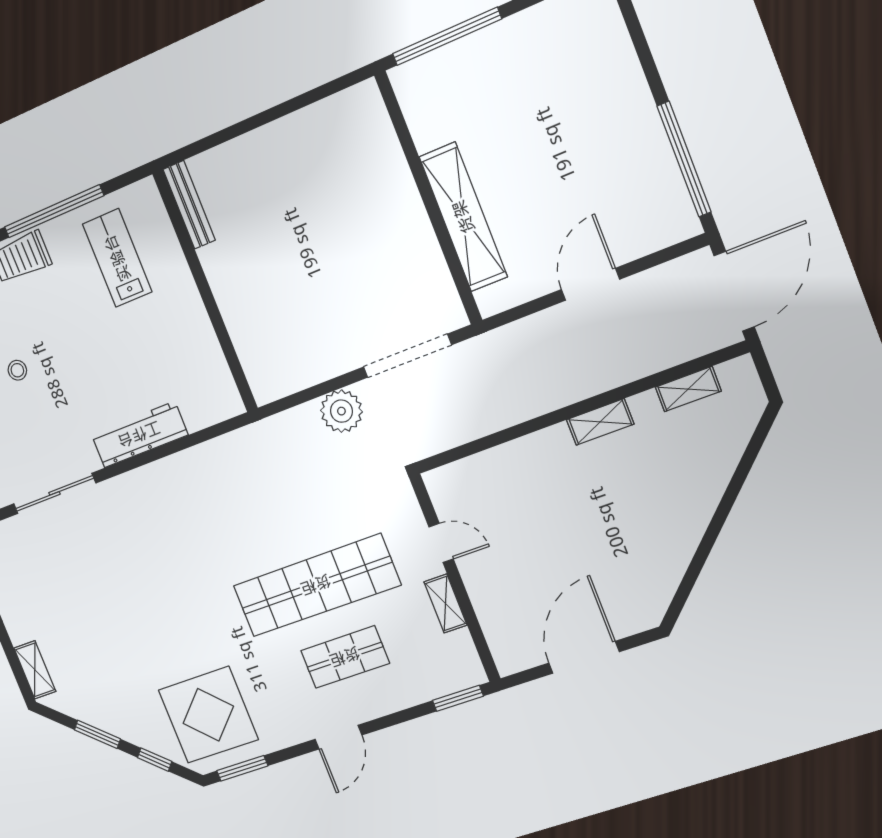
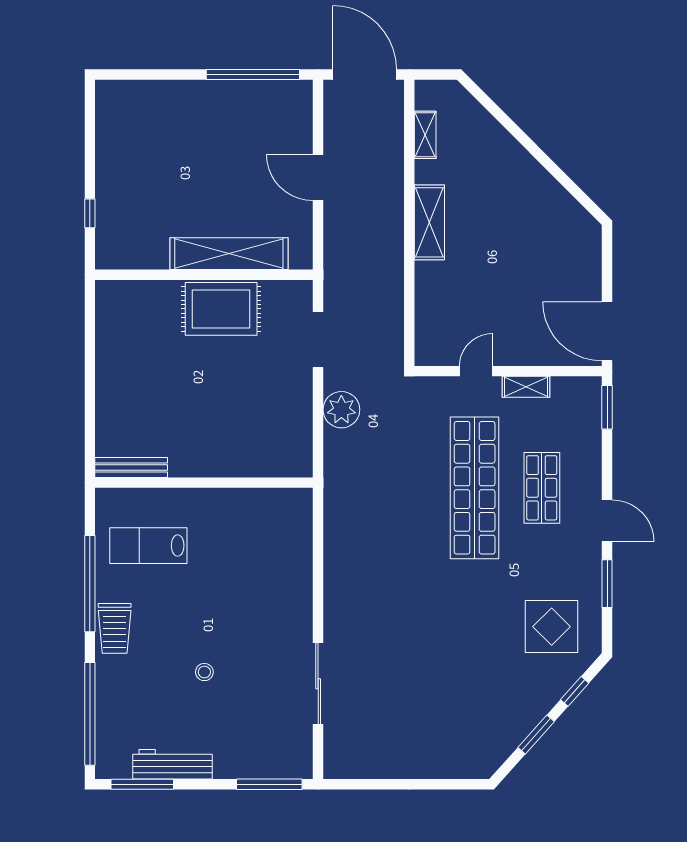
window: (447, 36) -> (90, 213), width x0.32
rug: (398, 233) -> (221, 309), added
doorway: (407, 356) -> (318, 339), width x0.73
shelving: (600, 422) -> (429, 222), width x1.50, depth x1.33
workbench: (139, 435) -> (297, 588), removed
door: (584, 657) -> (607, 331), moved
shelving: (35, 670) -> (461, 768), removed
display table: (208, 715) -> (552, 627), width x0.73, depth x0.73
window: (242, 768) -> (607, 584), moved

